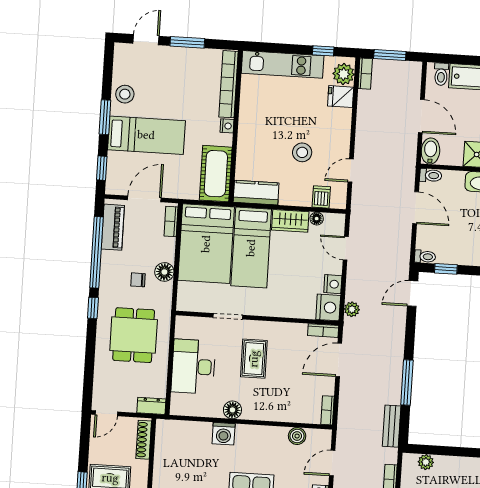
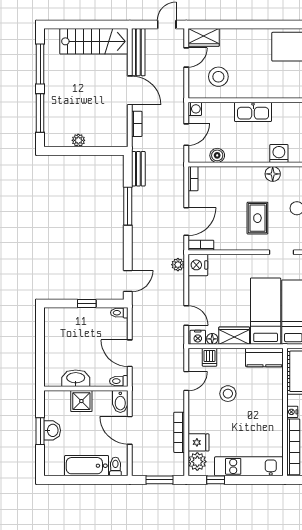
bookcase: (365, 74) -> (179, 432), moved, width x1.56
window: (446, 269) -> (87, 303), moved
nightstand: (333, 284) -> (198, 337), moved, turned -90
plant: (426, 462) -> (78, 140), moved

